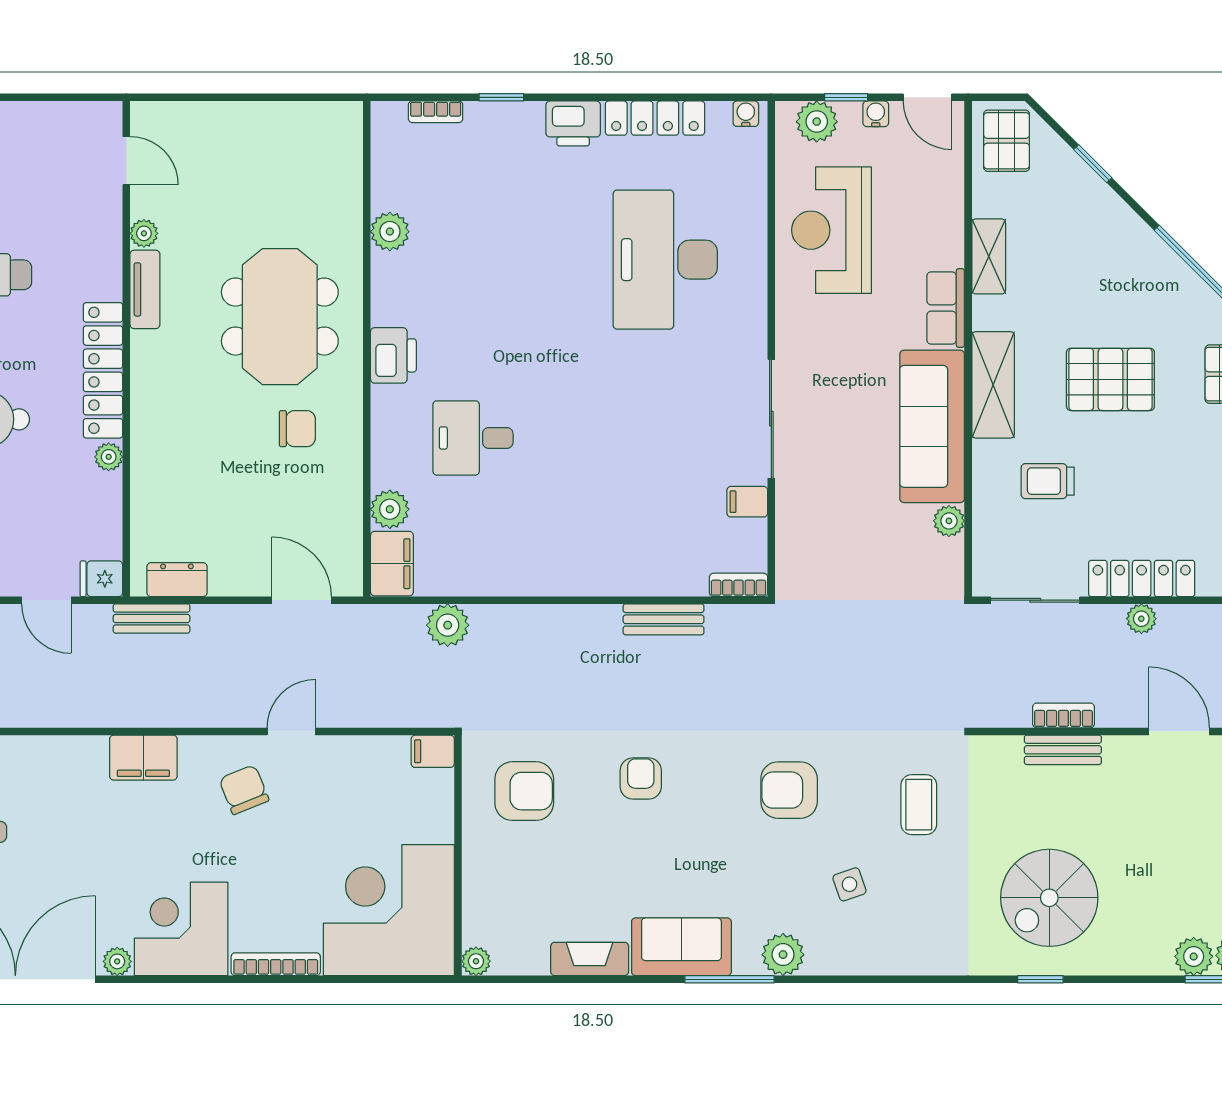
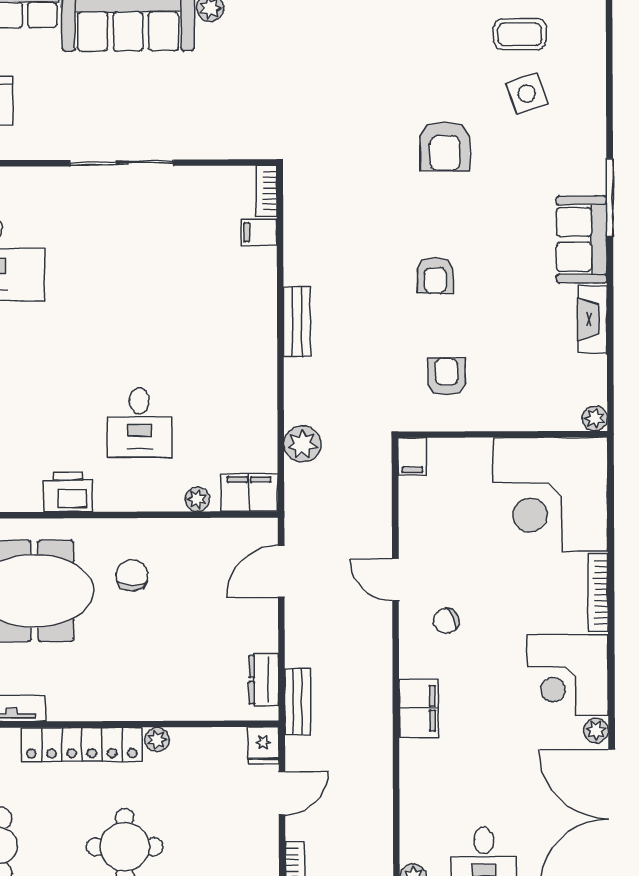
filing cabinet: (747, 502) -> (259, 232), moved, turned 90
plant: (390, 509) -> (197, 499), width x0.73, depth x0.73
bench: (664, 619) -> (297, 322), moved
armchair: (641, 778) -> (435, 275), turned -90
chair: (244, 790) -> (446, 621), width x0.73, depth x0.73
armchair: (524, 791) -> (447, 377), width x0.72, depth x0.72
coffee table: (919, 805) -> (520, 34), moved
side table: (849, 884) -> (527, 94), width x1.37, depth x1.37
plant: (783, 955) -> (588, 151), removed

